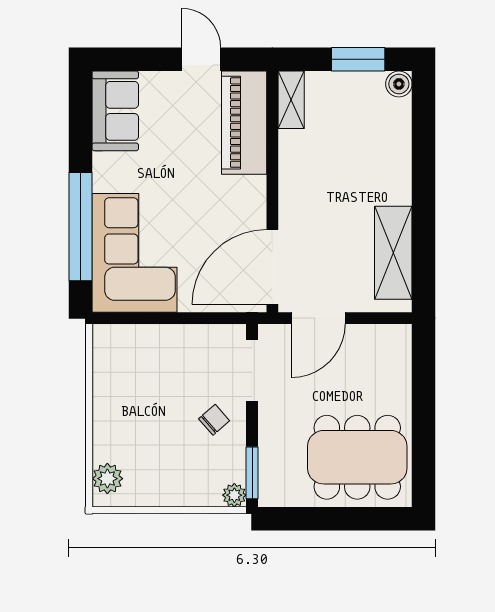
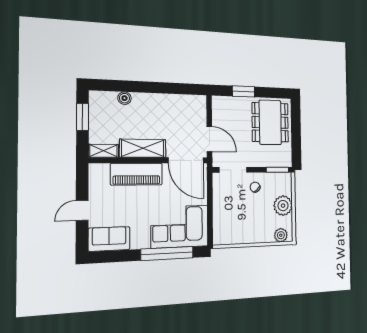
door: (201, 59) -> (82, 210), moved
boiler: (399, 84) -> (125, 98), moved
piano: (244, 123) -> (137, 174), moved
shelving: (393, 253) -> (143, 148), moved
window: (424, 396) -> (243, 91), added
plant: (234, 495) -> (283, 206), moved, width x1.88, depth x1.88

